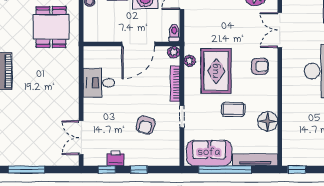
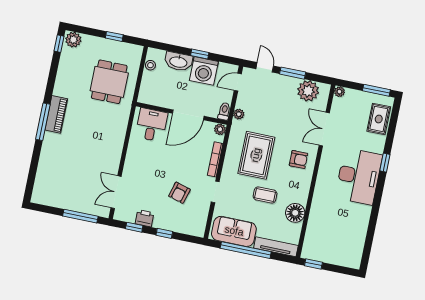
plant: (190, 61) -> (239, 114), moved
desk: (99, 83) -> (152, 125), moved, turned 90
window: (26, 170) -> (80, 216), moved

